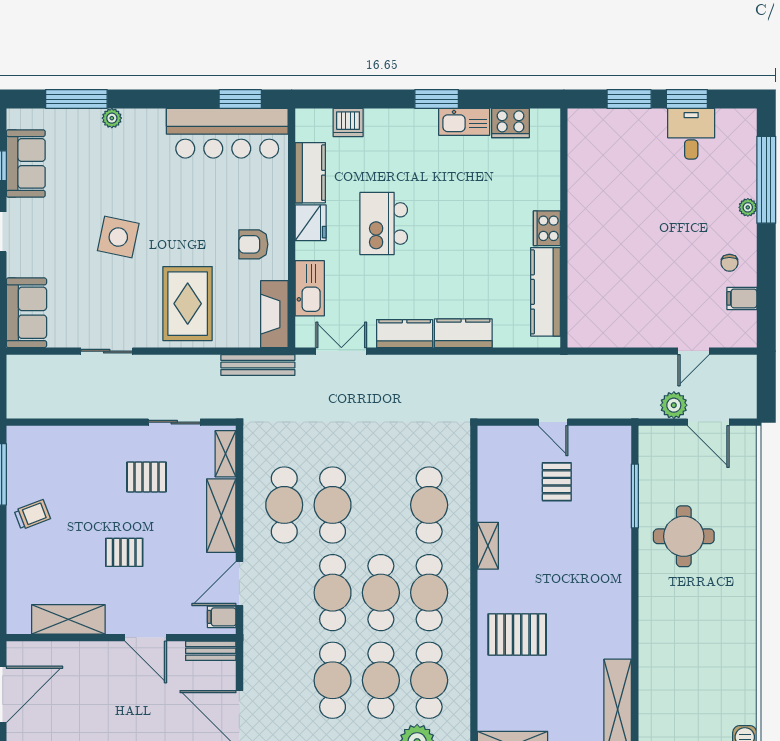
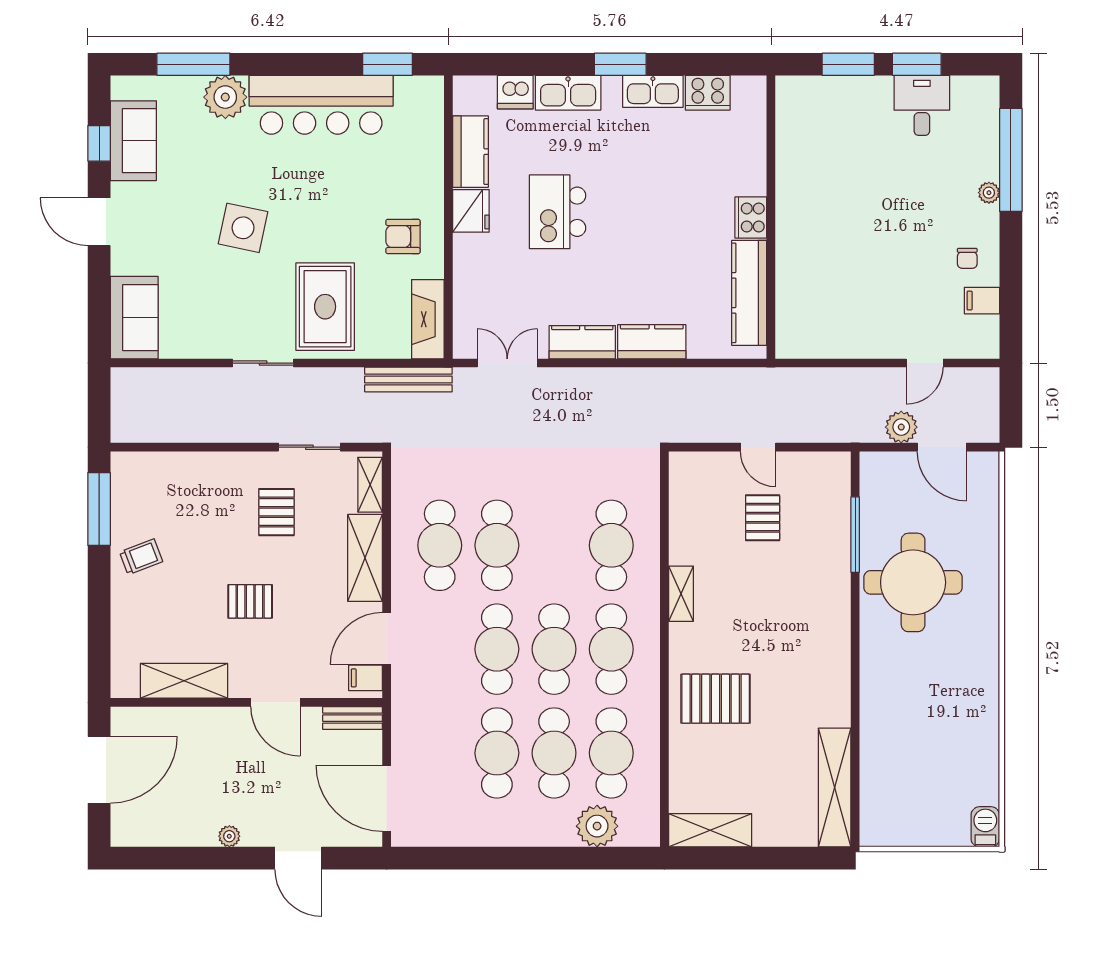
plant: (112, 118) -> (225, 97), width x1.88, depth x1.88
bar counter: (227, 133) -> (321, 105), moved
kitchen sink: (310, 288) -> (568, 93), moved, turned 90
sliding door: (107, 351) -> (263, 363), moved
pallet: (147, 477) -> (276, 512), turned 90
round table: (684, 536) -> (913, 582), width x1.36, depth x1.36

